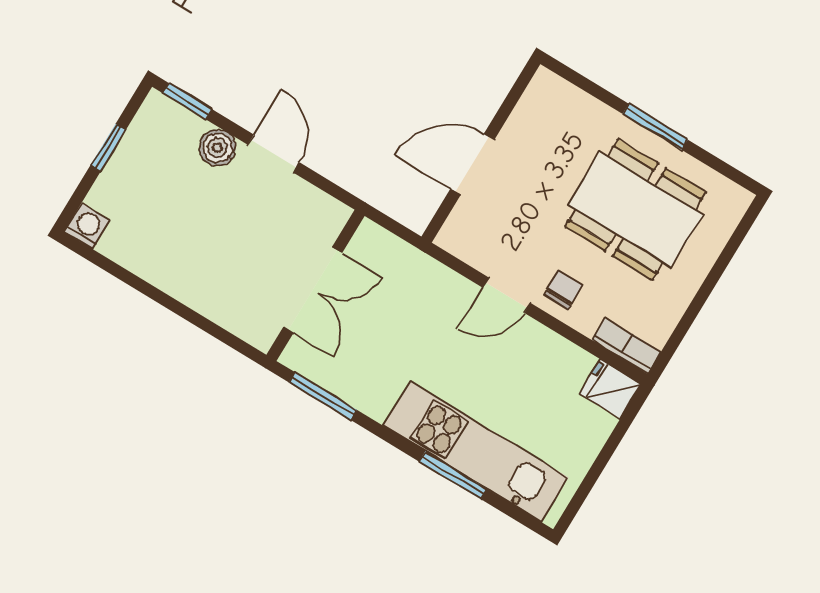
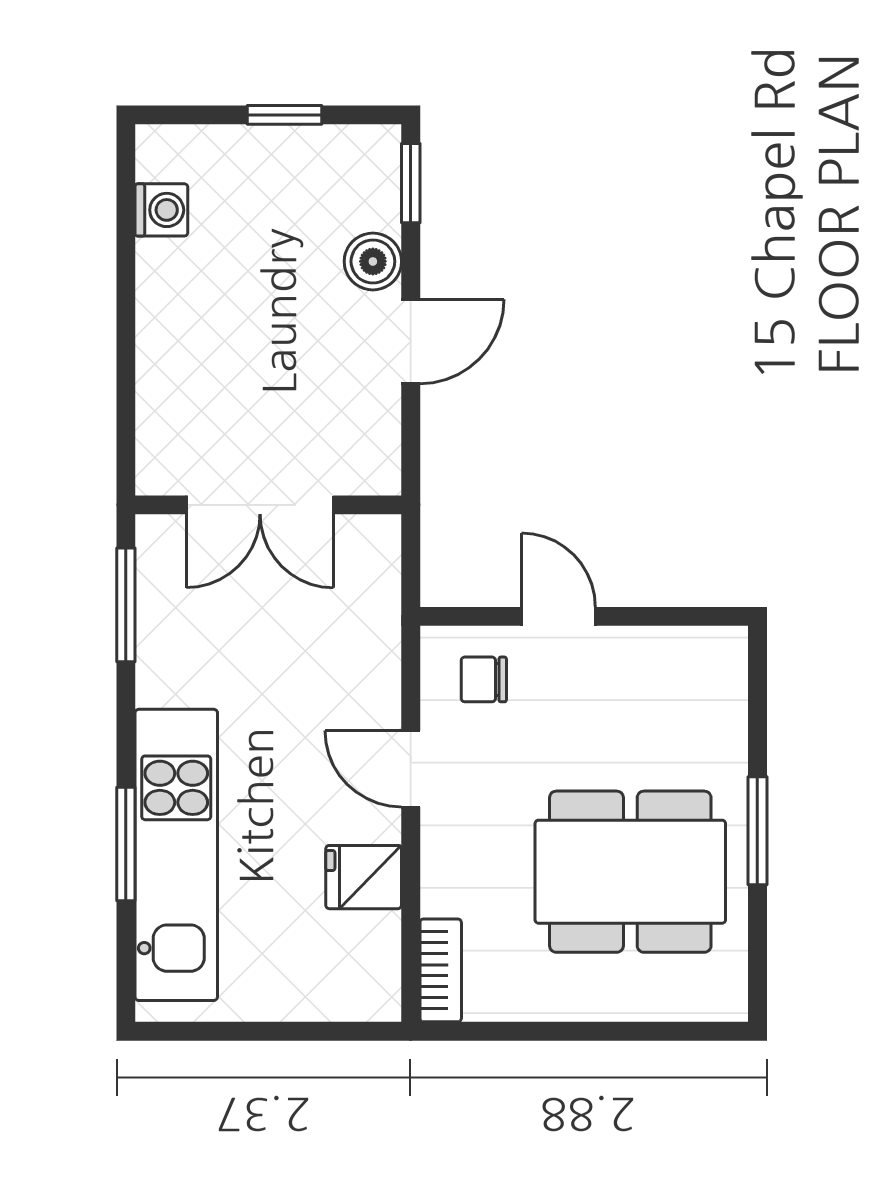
door: (472, 164) -> (558, 616), width x0.73
dining table: (635, 210) -> (630, 872), turned 90
washing machine: (87, 226) -> (161, 210), moved
chair: (563, 290) -> (484, 679), moved, turned 180
fridge: (610, 389) -> (364, 877), moved, turned -90

